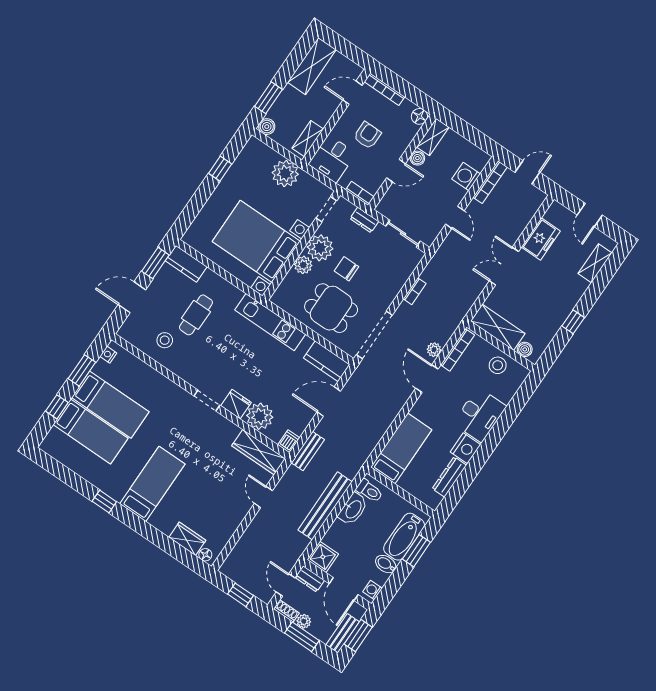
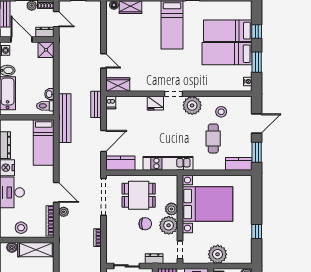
plant: (260, 416) -> (192, 105), moved
wardrobe: (259, 452) -> (118, 85), width x0.67
bench: (325, 506) -> (65, 118), moved
washbasin: (353, 509) -> (49, 94), width x0.52, depth x0.69

